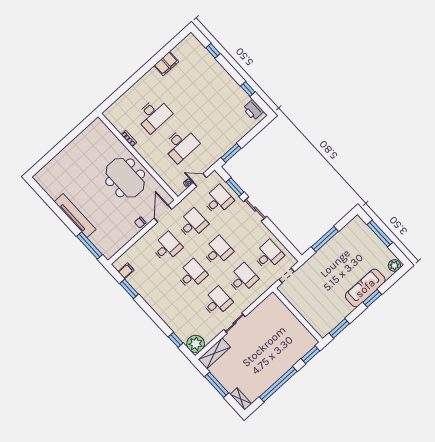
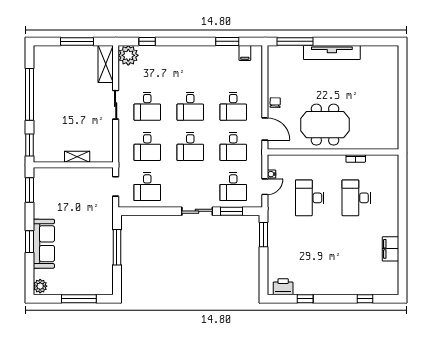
shelving: (241, 399) -> (77, 157), moved

